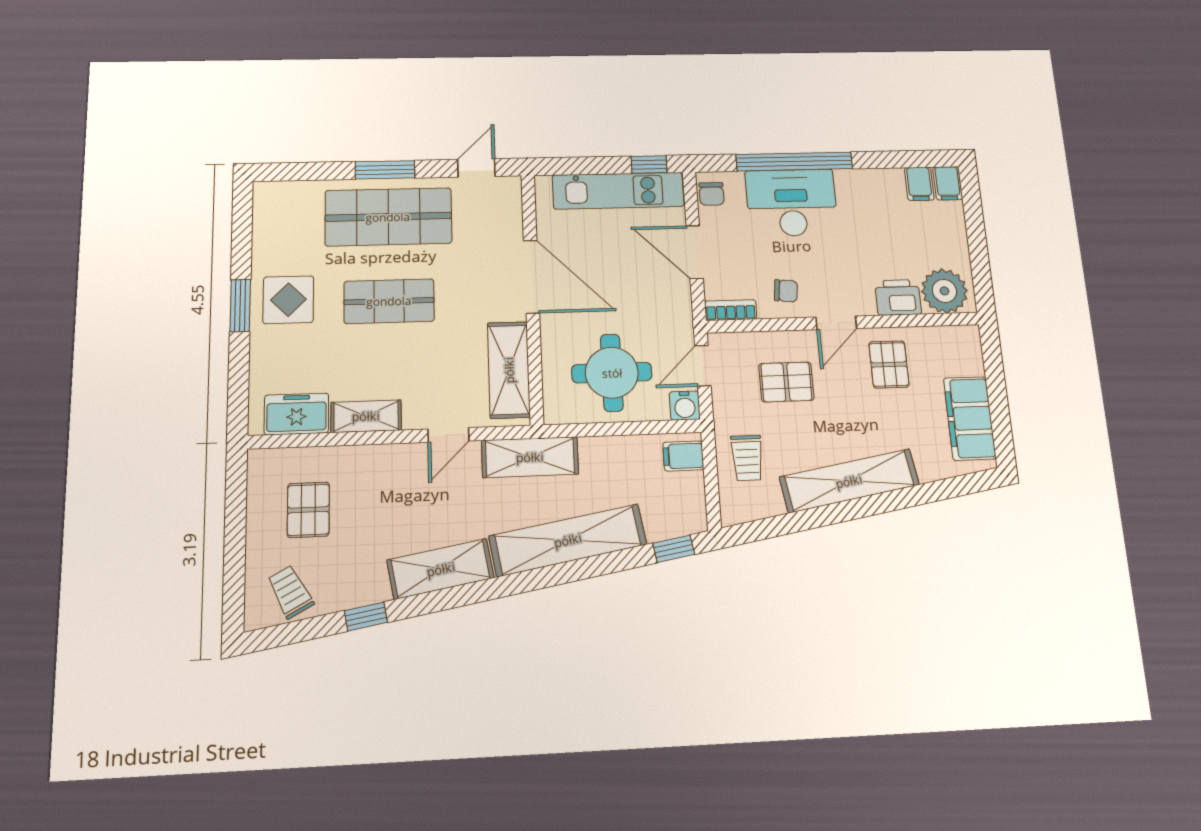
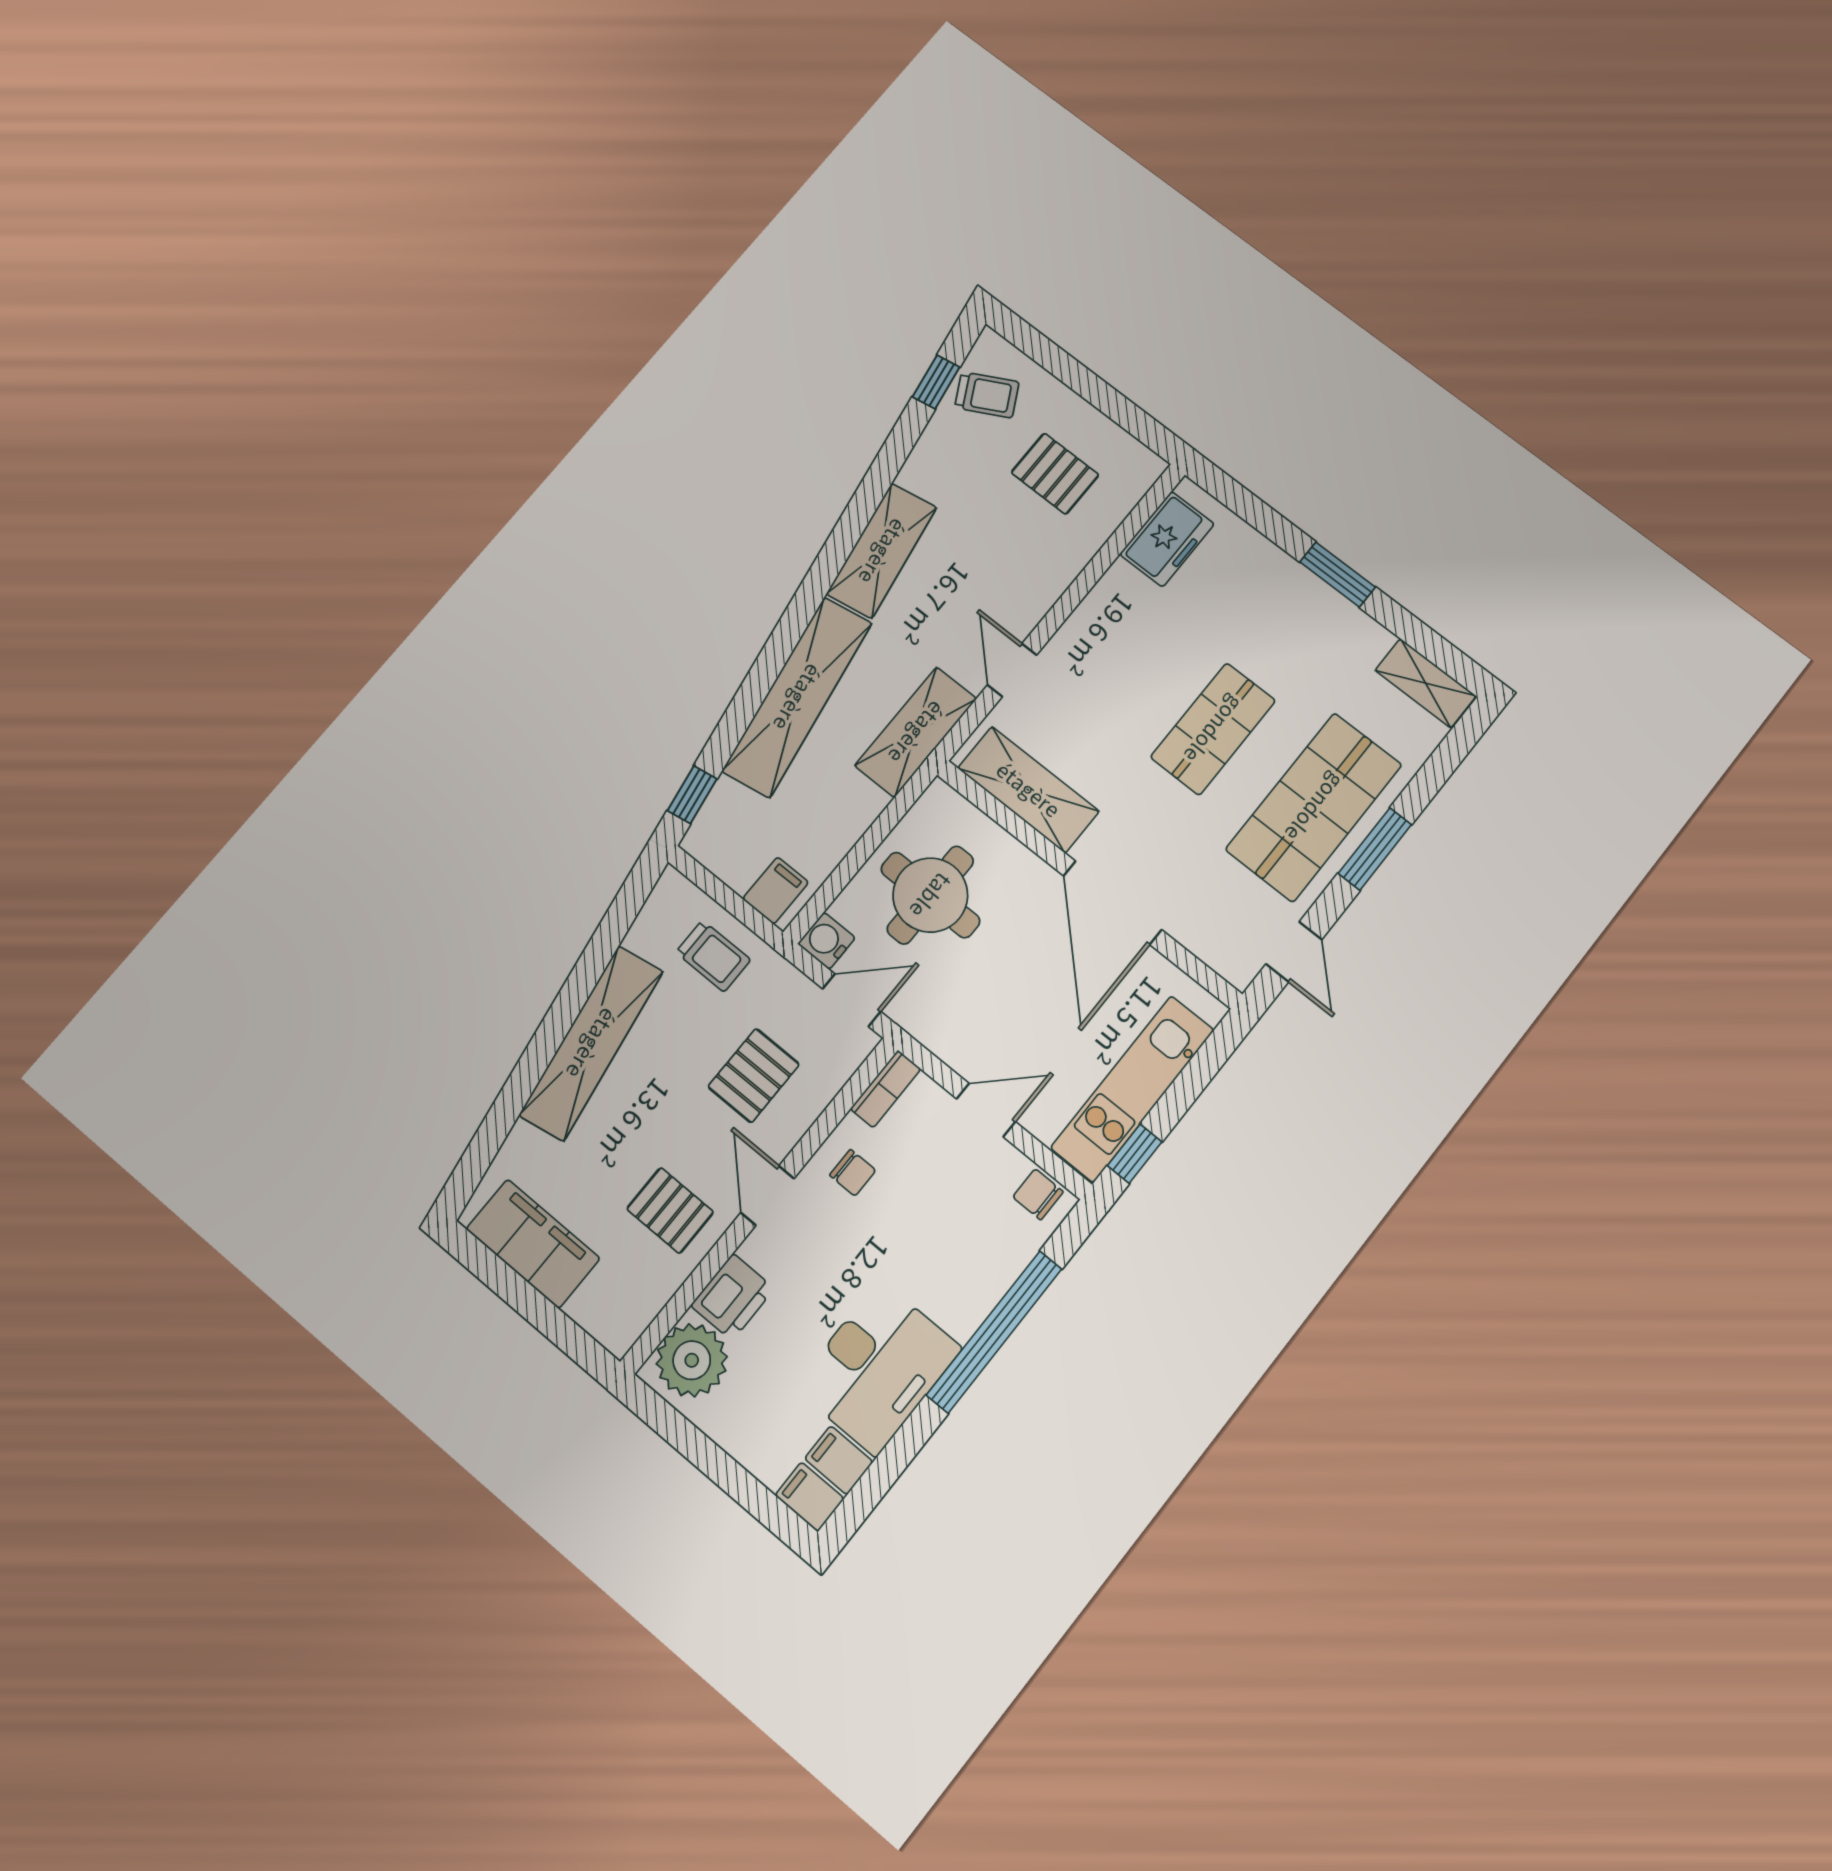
desk: (792, 203) -> (878, 1368), moved
door: (695, 252) -> (986, 1110), width x0.73
door: (531, 277) -> (1112, 903), hinge flipped
chair: (786, 291) -> (853, 1173), turned -96
display table: (288, 300) -> (1303, 627), removed
door: (703, 366) -> (852, 1000), hinge flipped
shelving: (366, 416) -> (1425, 683), moved, turned 90
trolley: (747, 458) -> (713, 956), turned 180
window: (366, 617) -> (936, 382), moved

